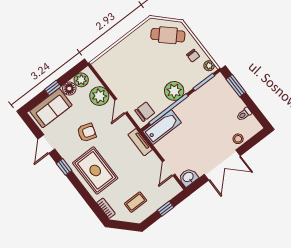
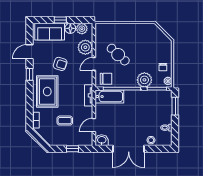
cafe table: (168, 35) -> (118, 55), moved
plant: (174, 91) -> (144, 80), moved
coffee table: (136, 202) -> (65, 121), moved

